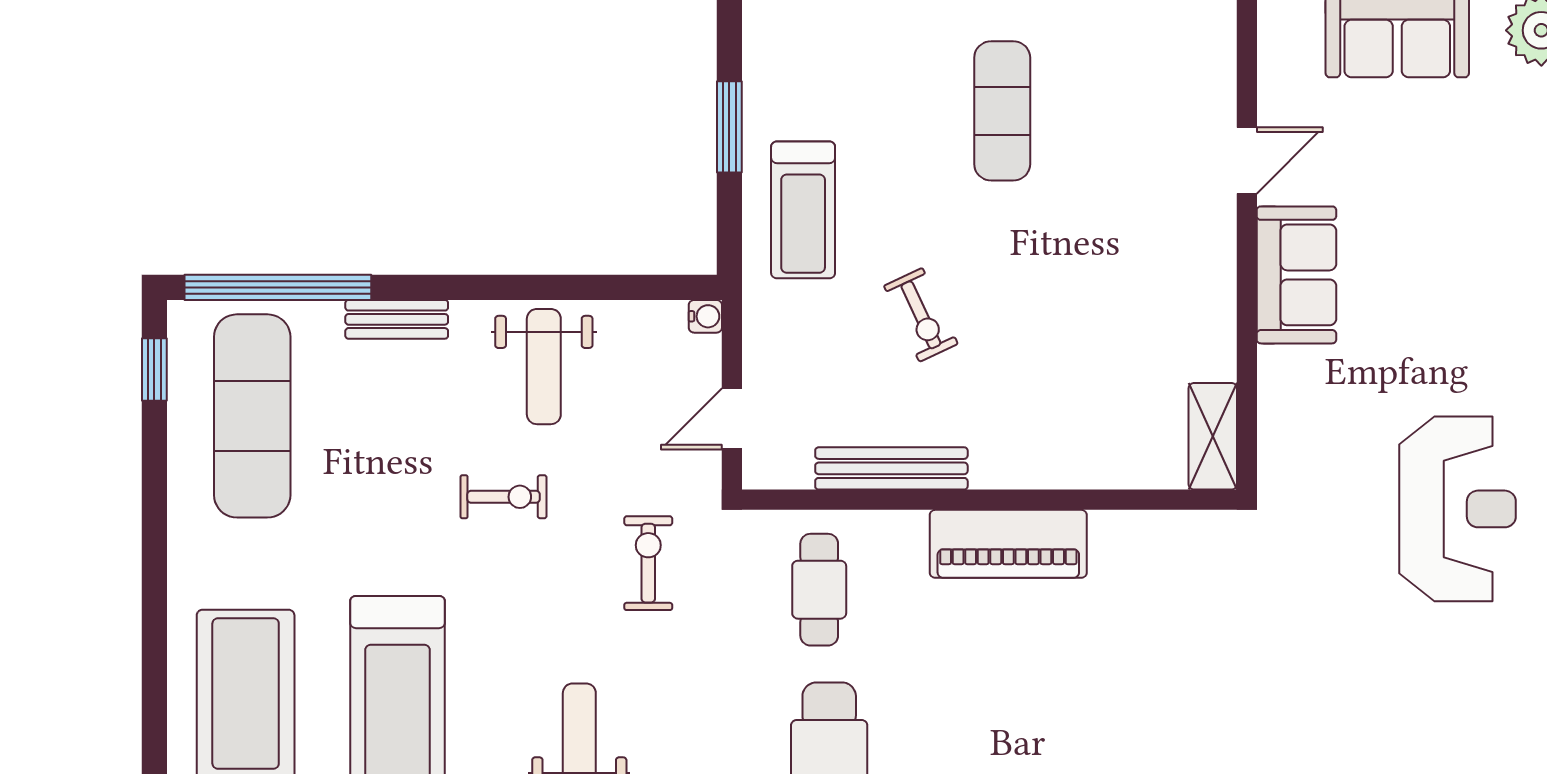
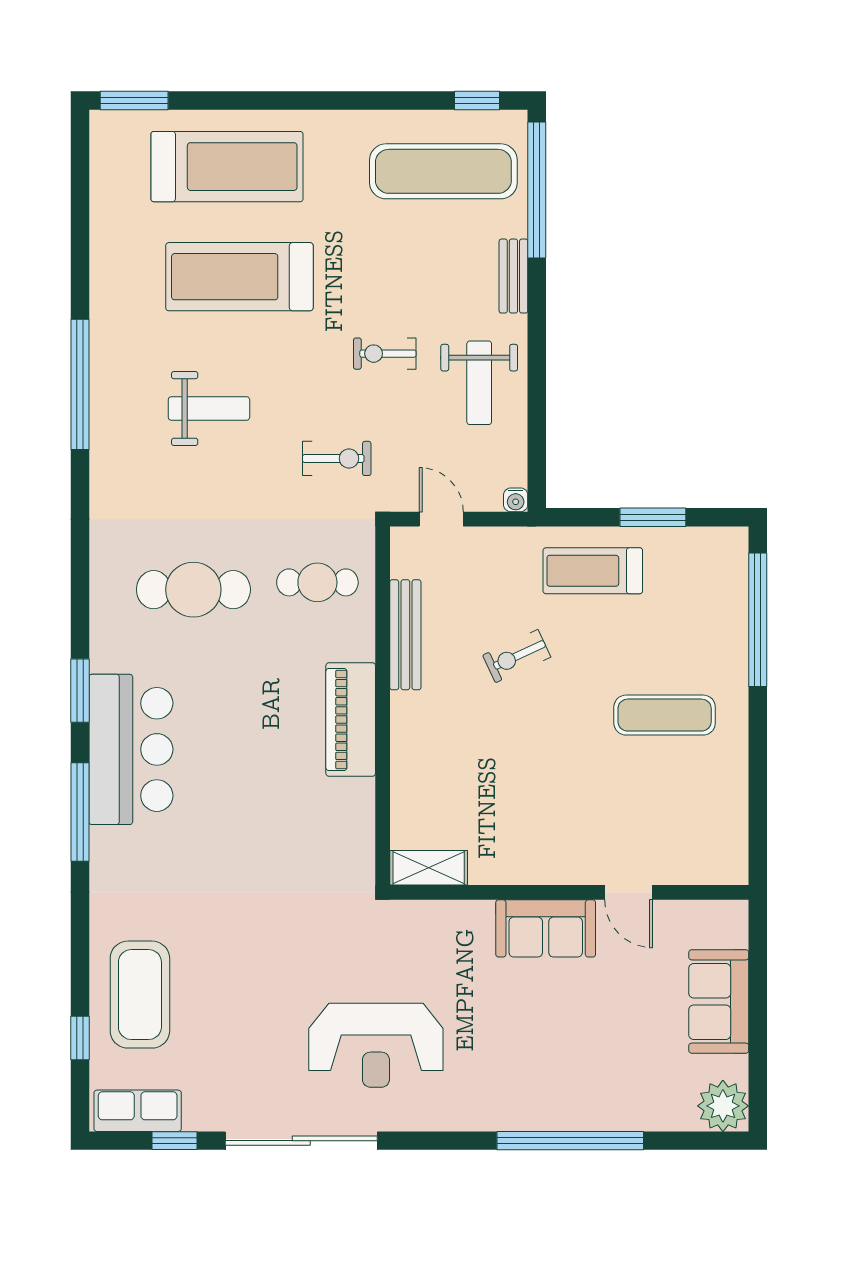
weight bench: (544, 367) -> (479, 383), turned -90
exercise bike: (504, 497) -> (385, 354), turned 90

